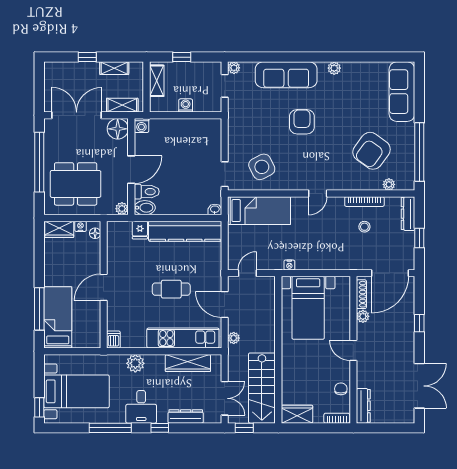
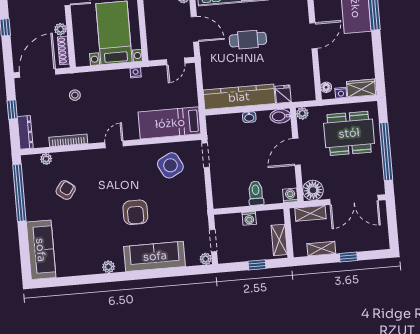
armchair: (372, 151) -> (66, 190), width x0.53, depth x0.53
toilet: (147, 192) -> (256, 193), moved, turned 90
washbasin: (215, 209) -> (249, 117), moved
stool: (364, 227) -> (75, 95), moved

